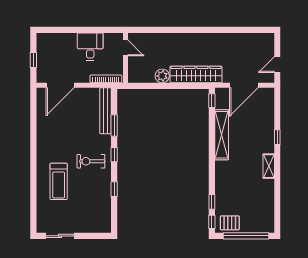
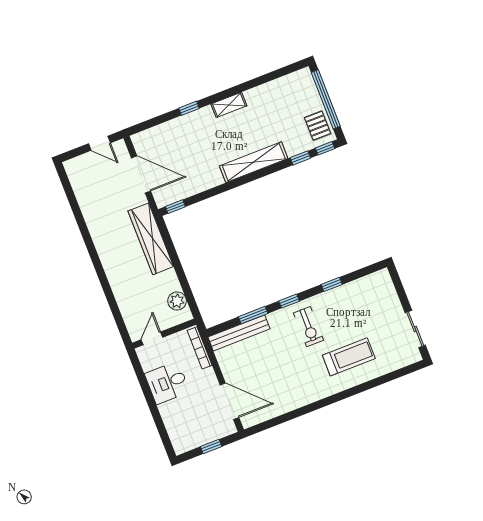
plant: (162, 76) -> (177, 301), moved
shelving: (222, 135) -> (254, 162), moved

